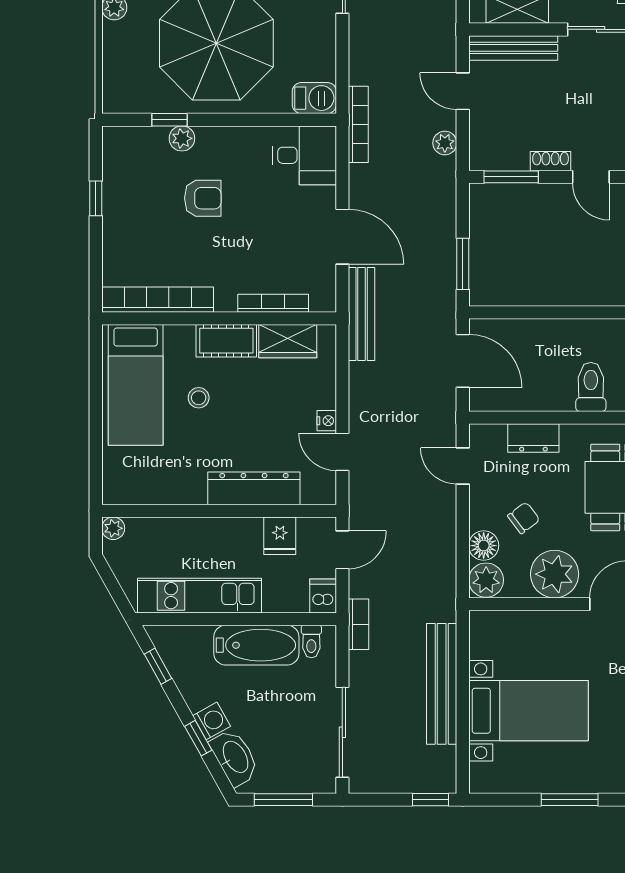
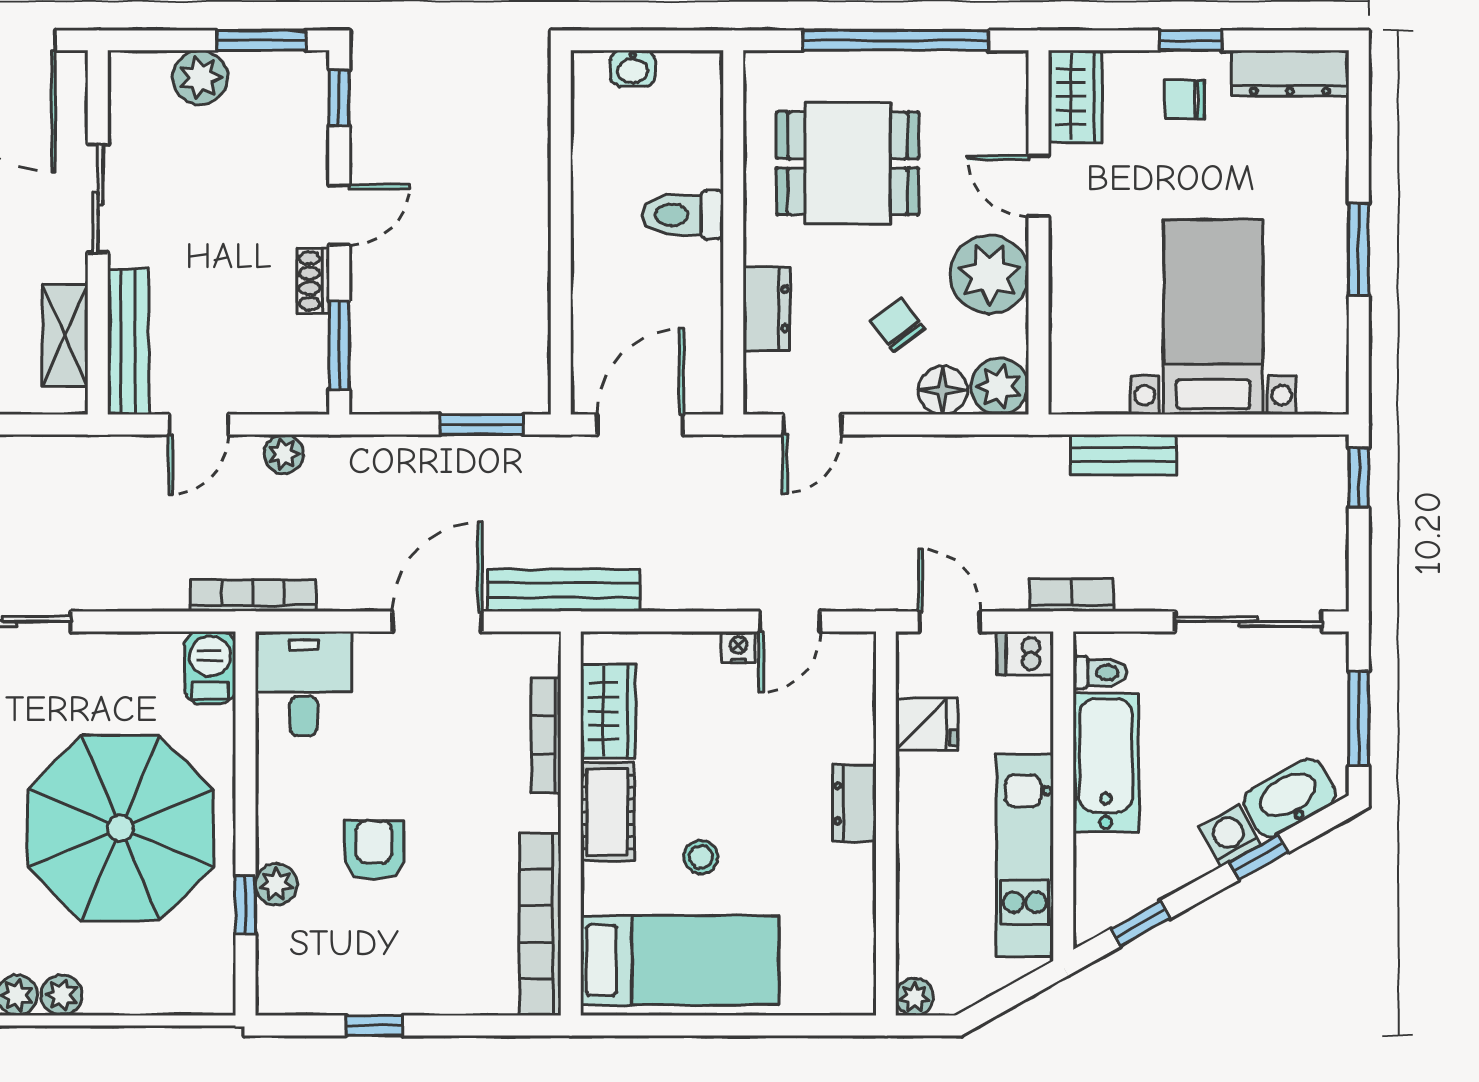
dresser: (254, 488) -> (854, 803), width x0.51, depth x0.80
bench: (442, 684) -> (1123, 455), width x0.54, depth x0.82

